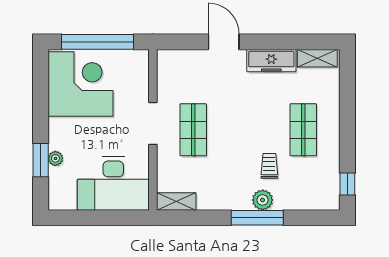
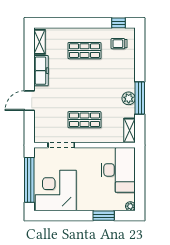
doorway: (153, 123) -> (61, 145), moved
plant: (55, 158) -> (130, 206), moved
trolley: (269, 166) -> (119, 44), moved
plant: (263, 200) -> (129, 98), moved
window: (257, 218) -> (140, 98), moved

